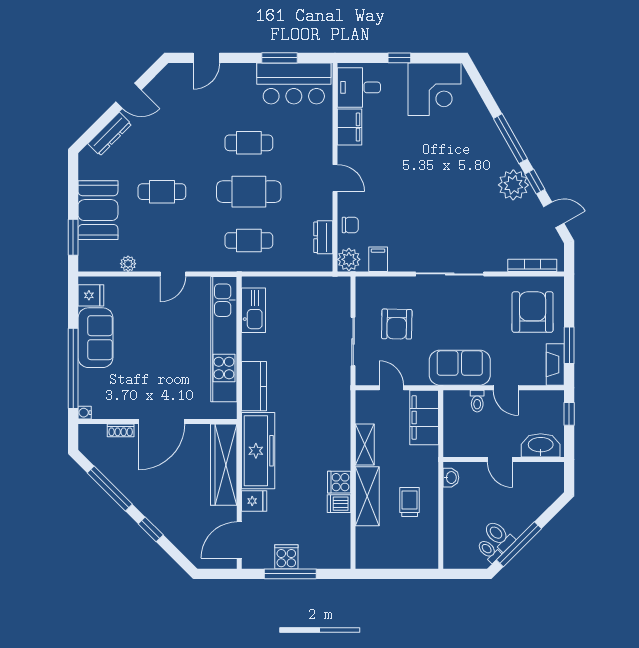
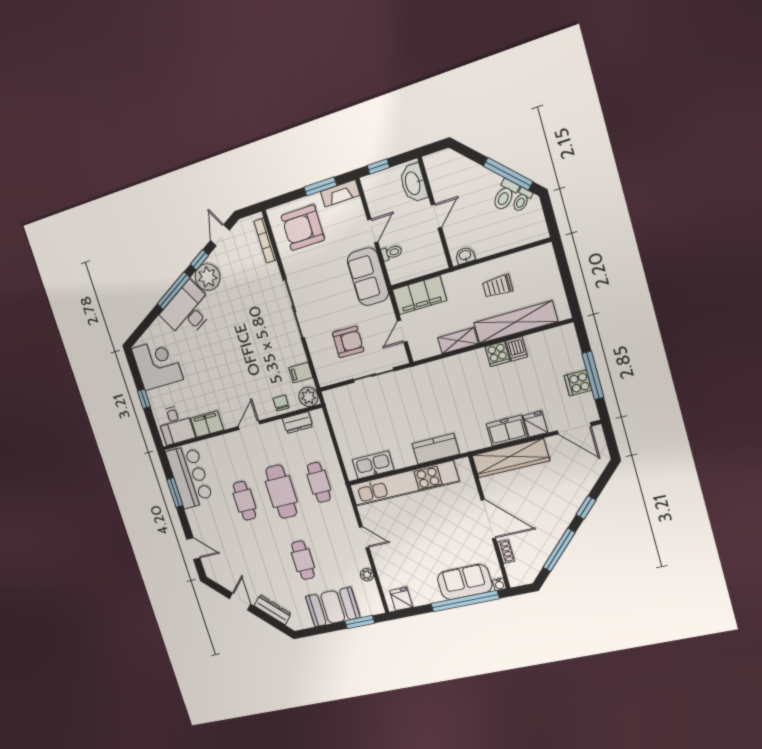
desk: (484, 148) -> (188, 311), added
sofa: (95, 338) -> (465, 582), moved
freezer: (258, 451) -> (507, 431), width x0.52, depth x0.79
shelving: (367, 496) -> (515, 322), width x1.47

